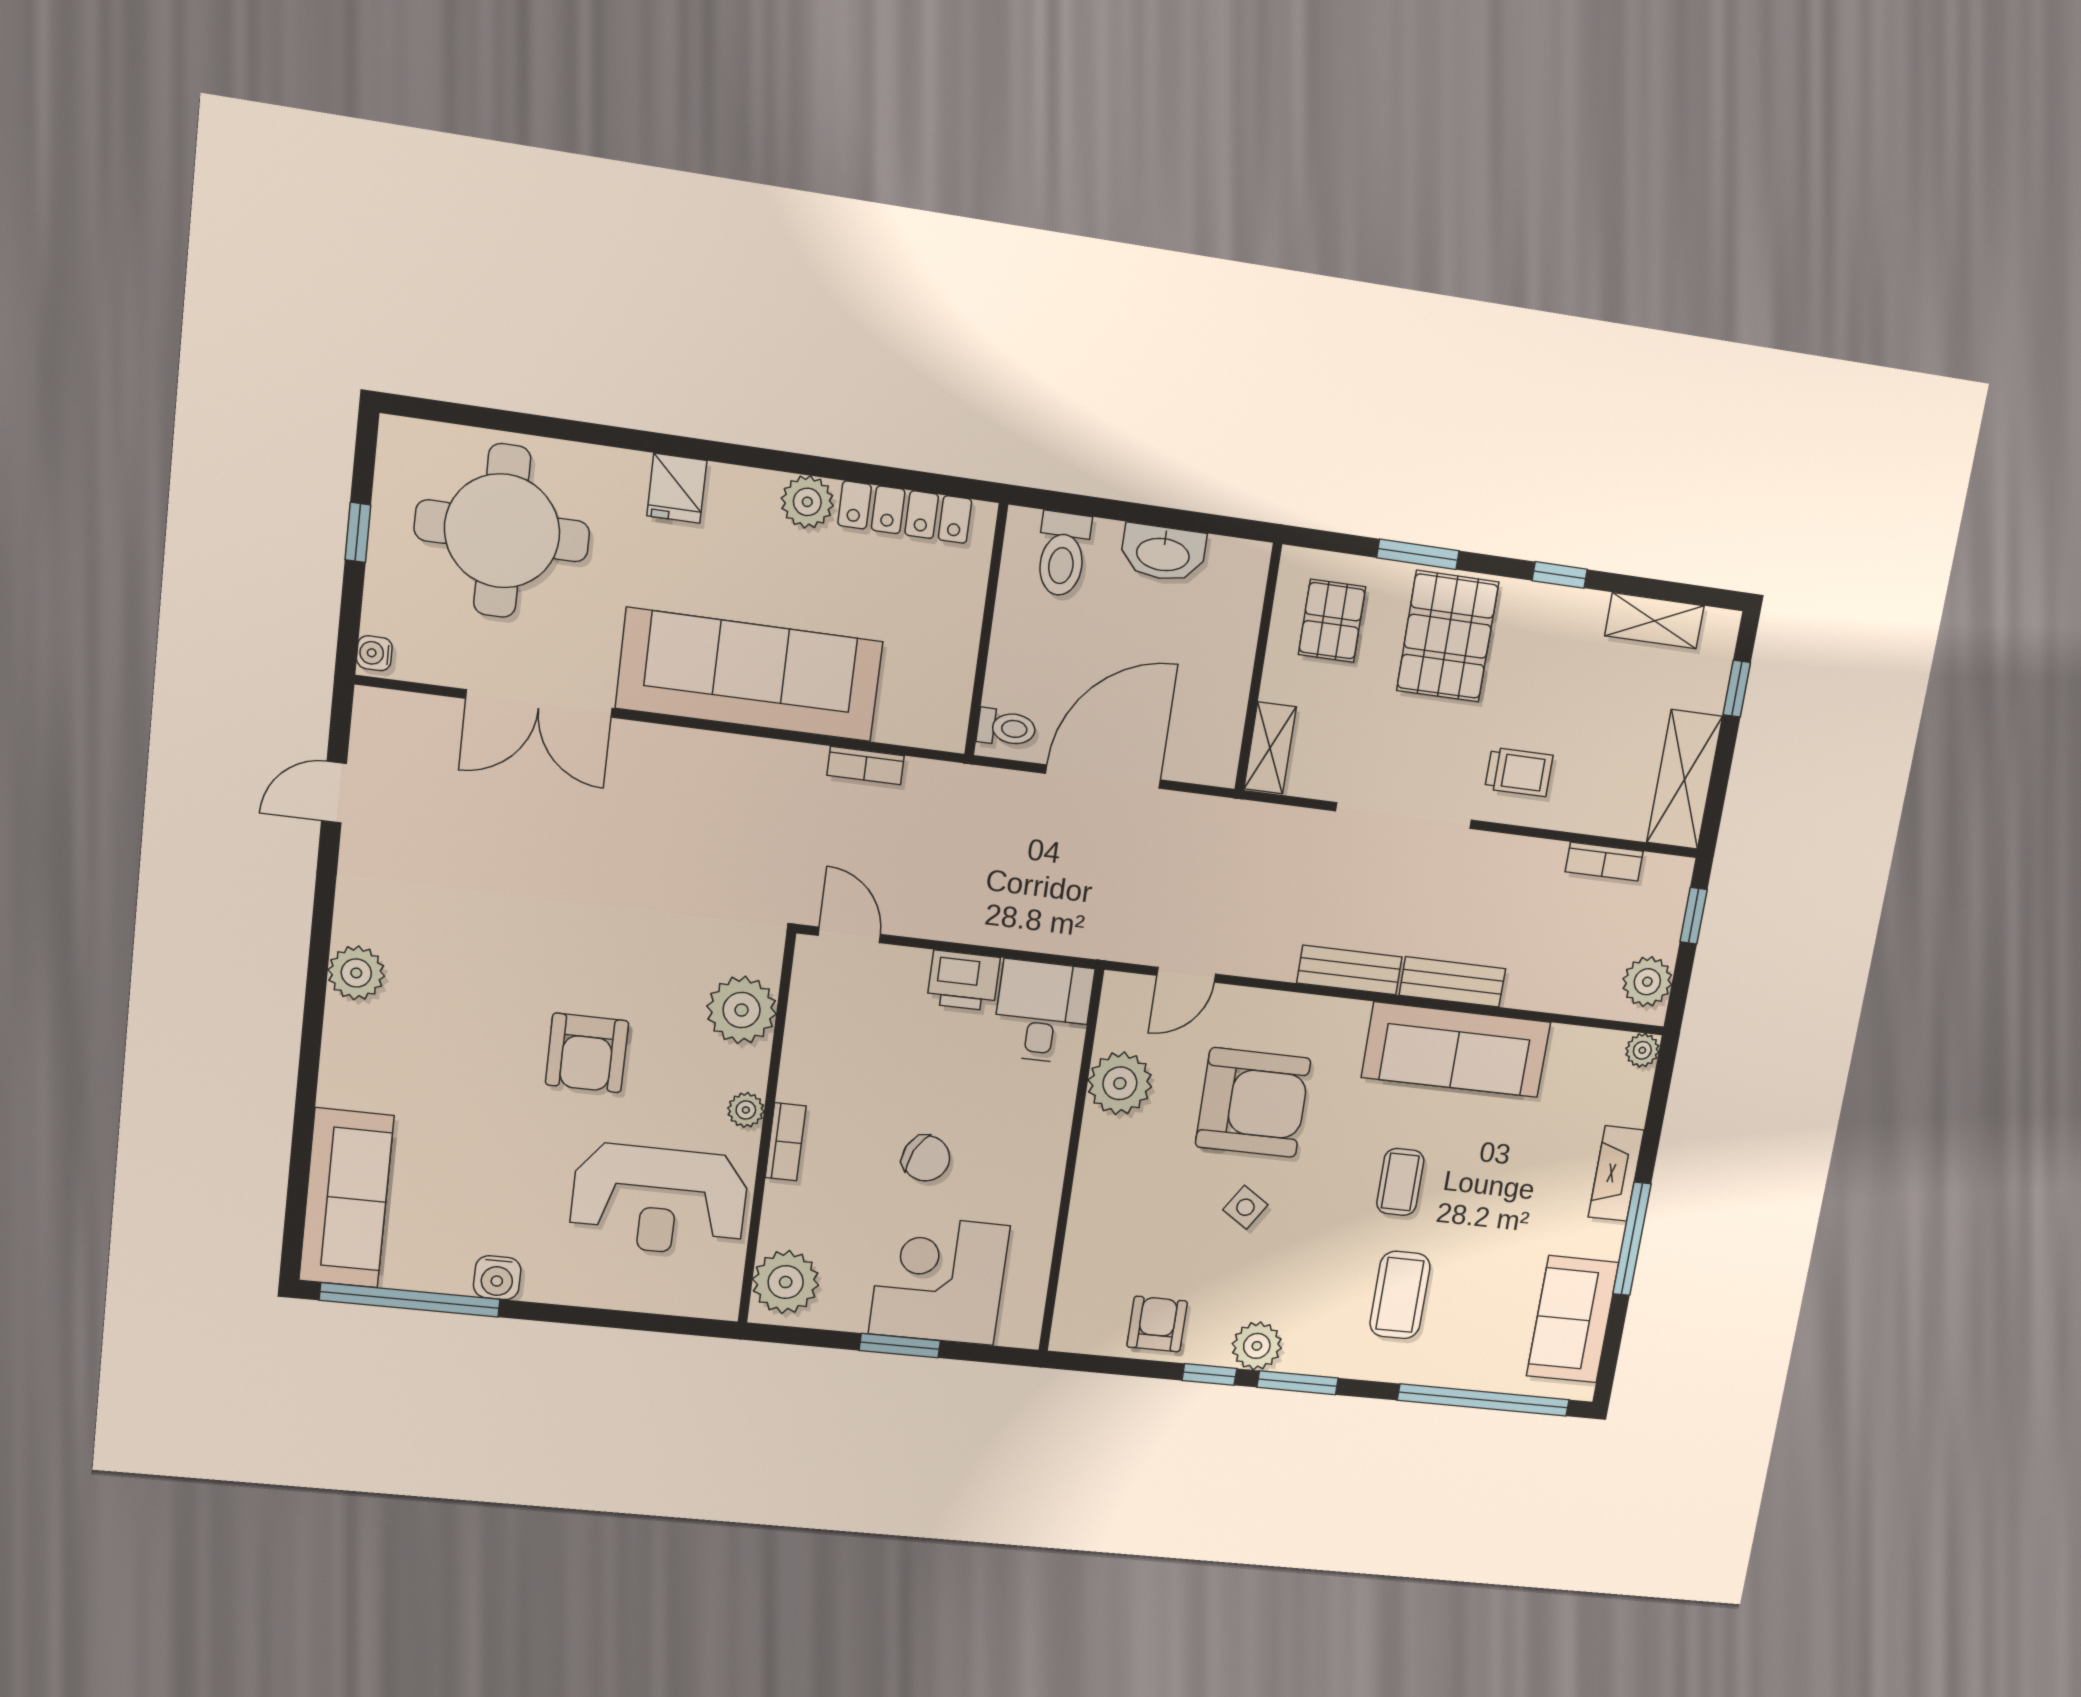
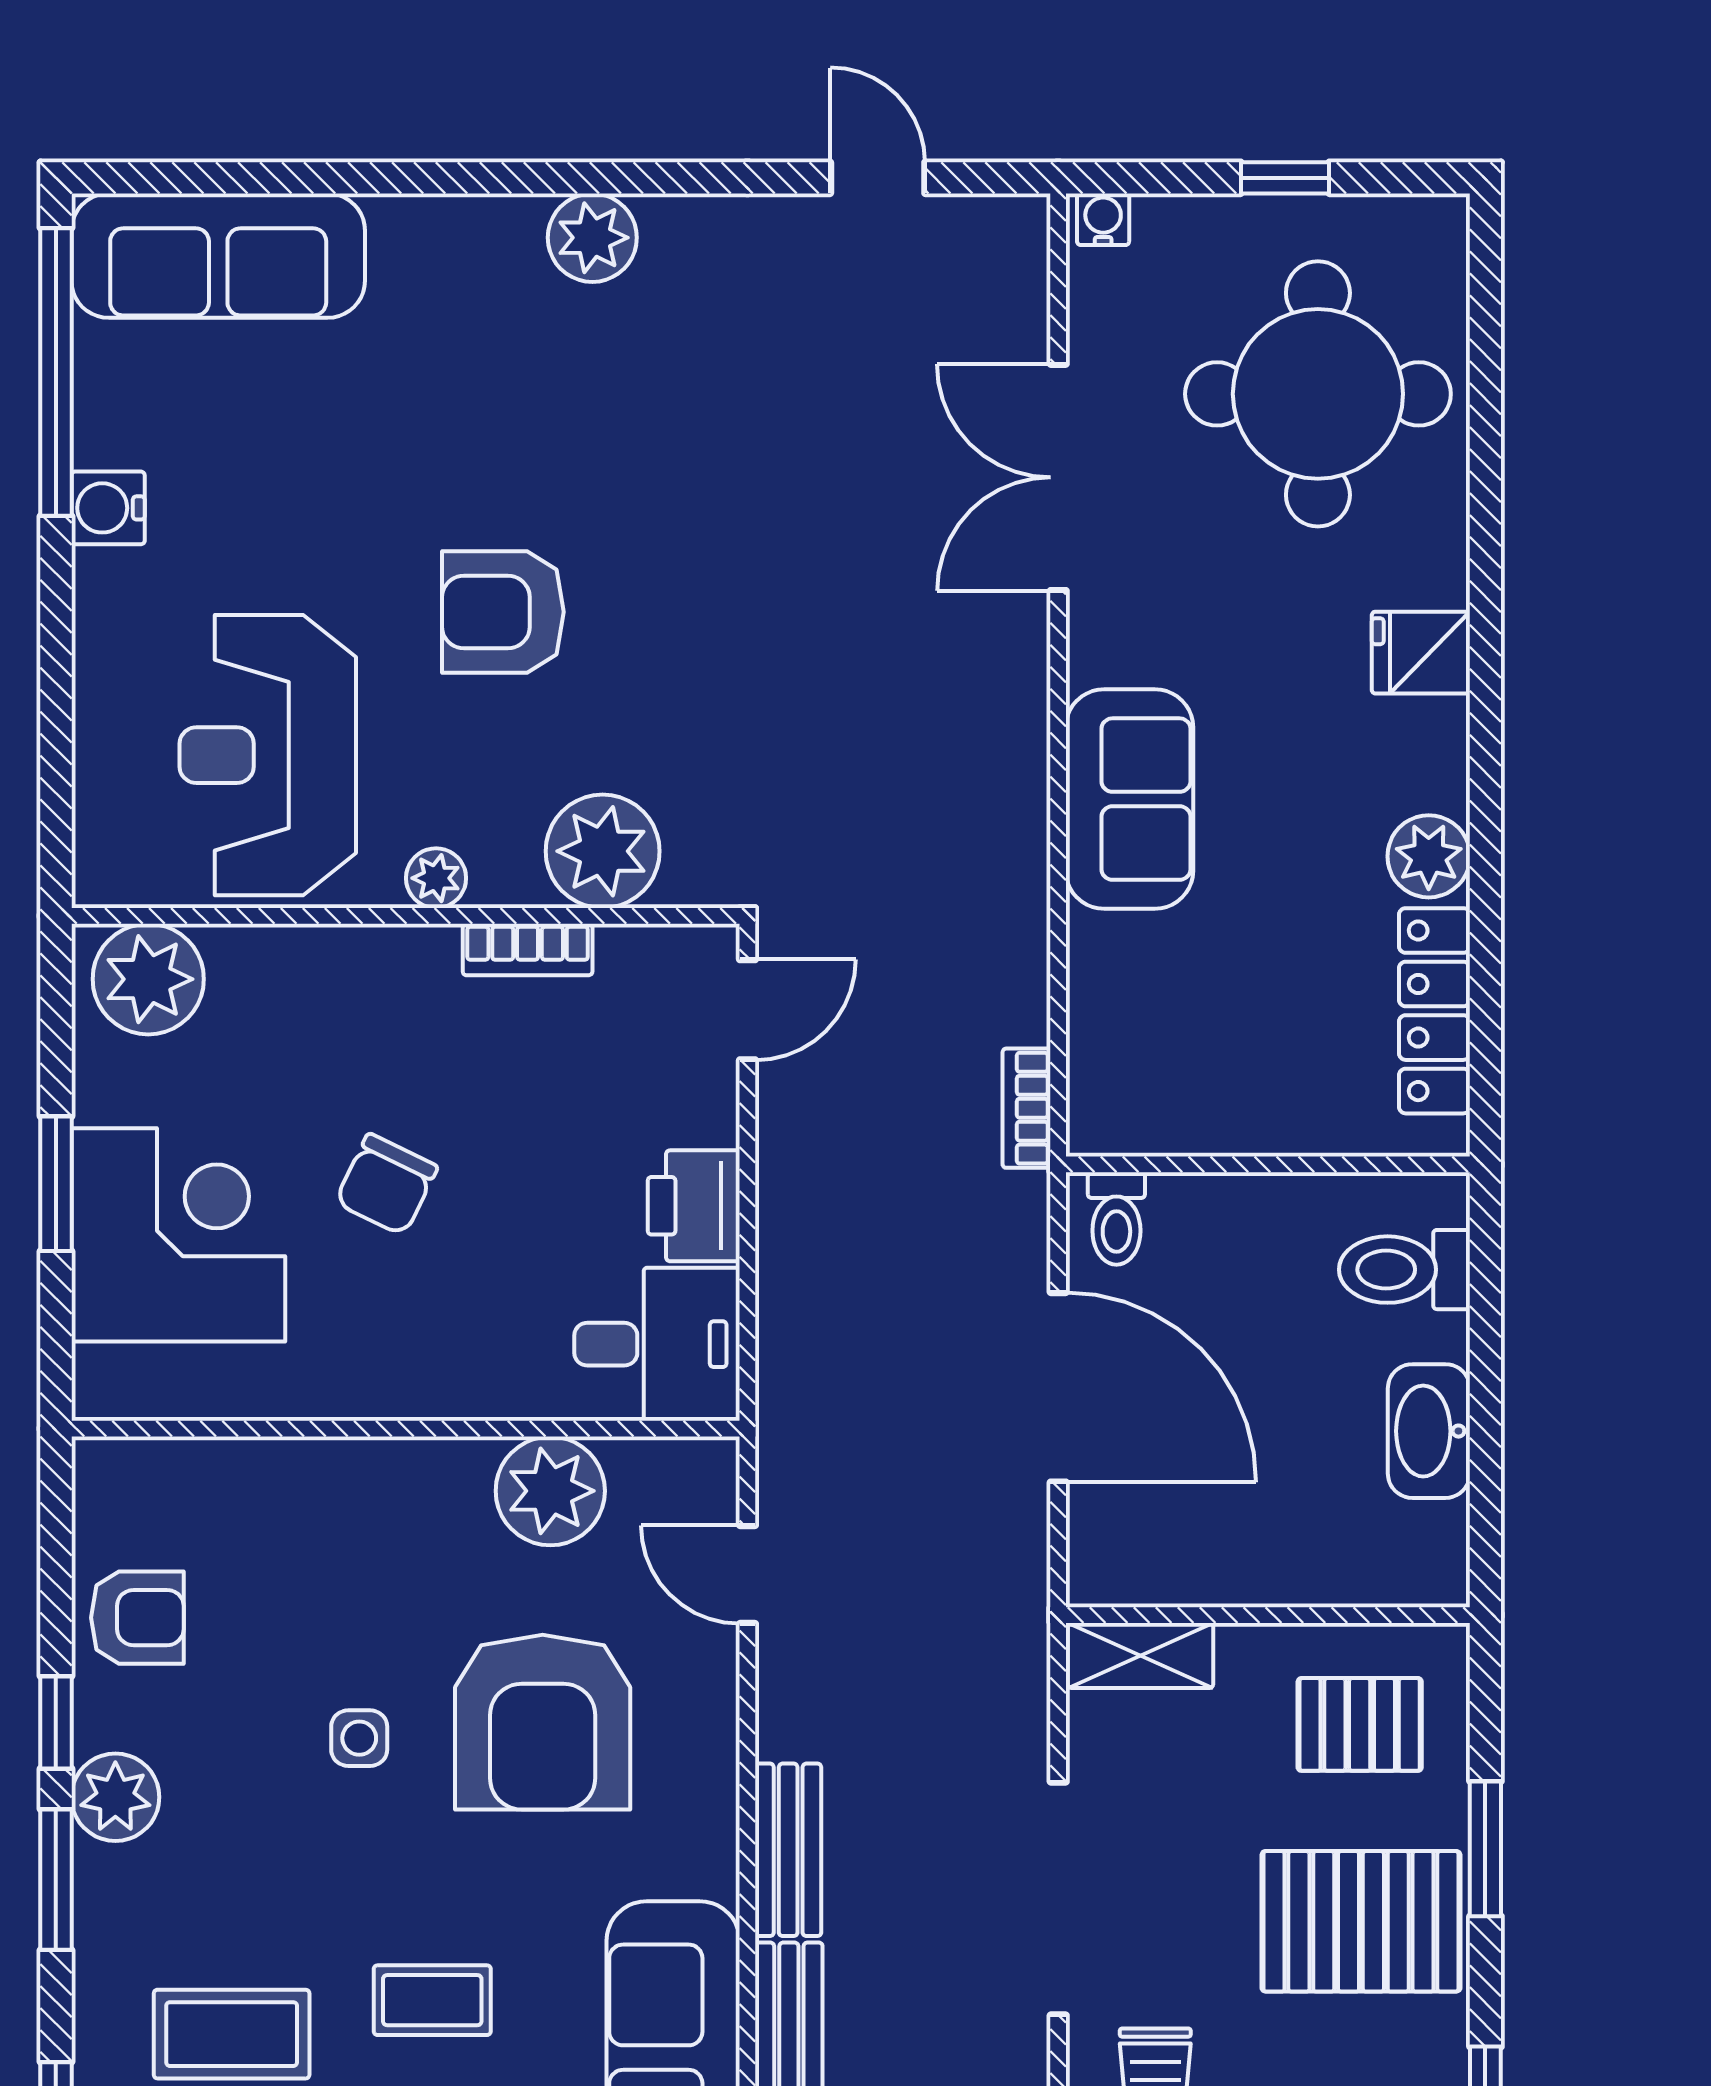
sofa: (749, 675) -> (1129, 799), width x0.54, depth x0.79
bookcase: (866, 766) -> (1027, 1108), moved
bookcase: (786, 1142) -> (528, 949), moved
side table: (1245, 1207) -> (359, 1738), turned -33

